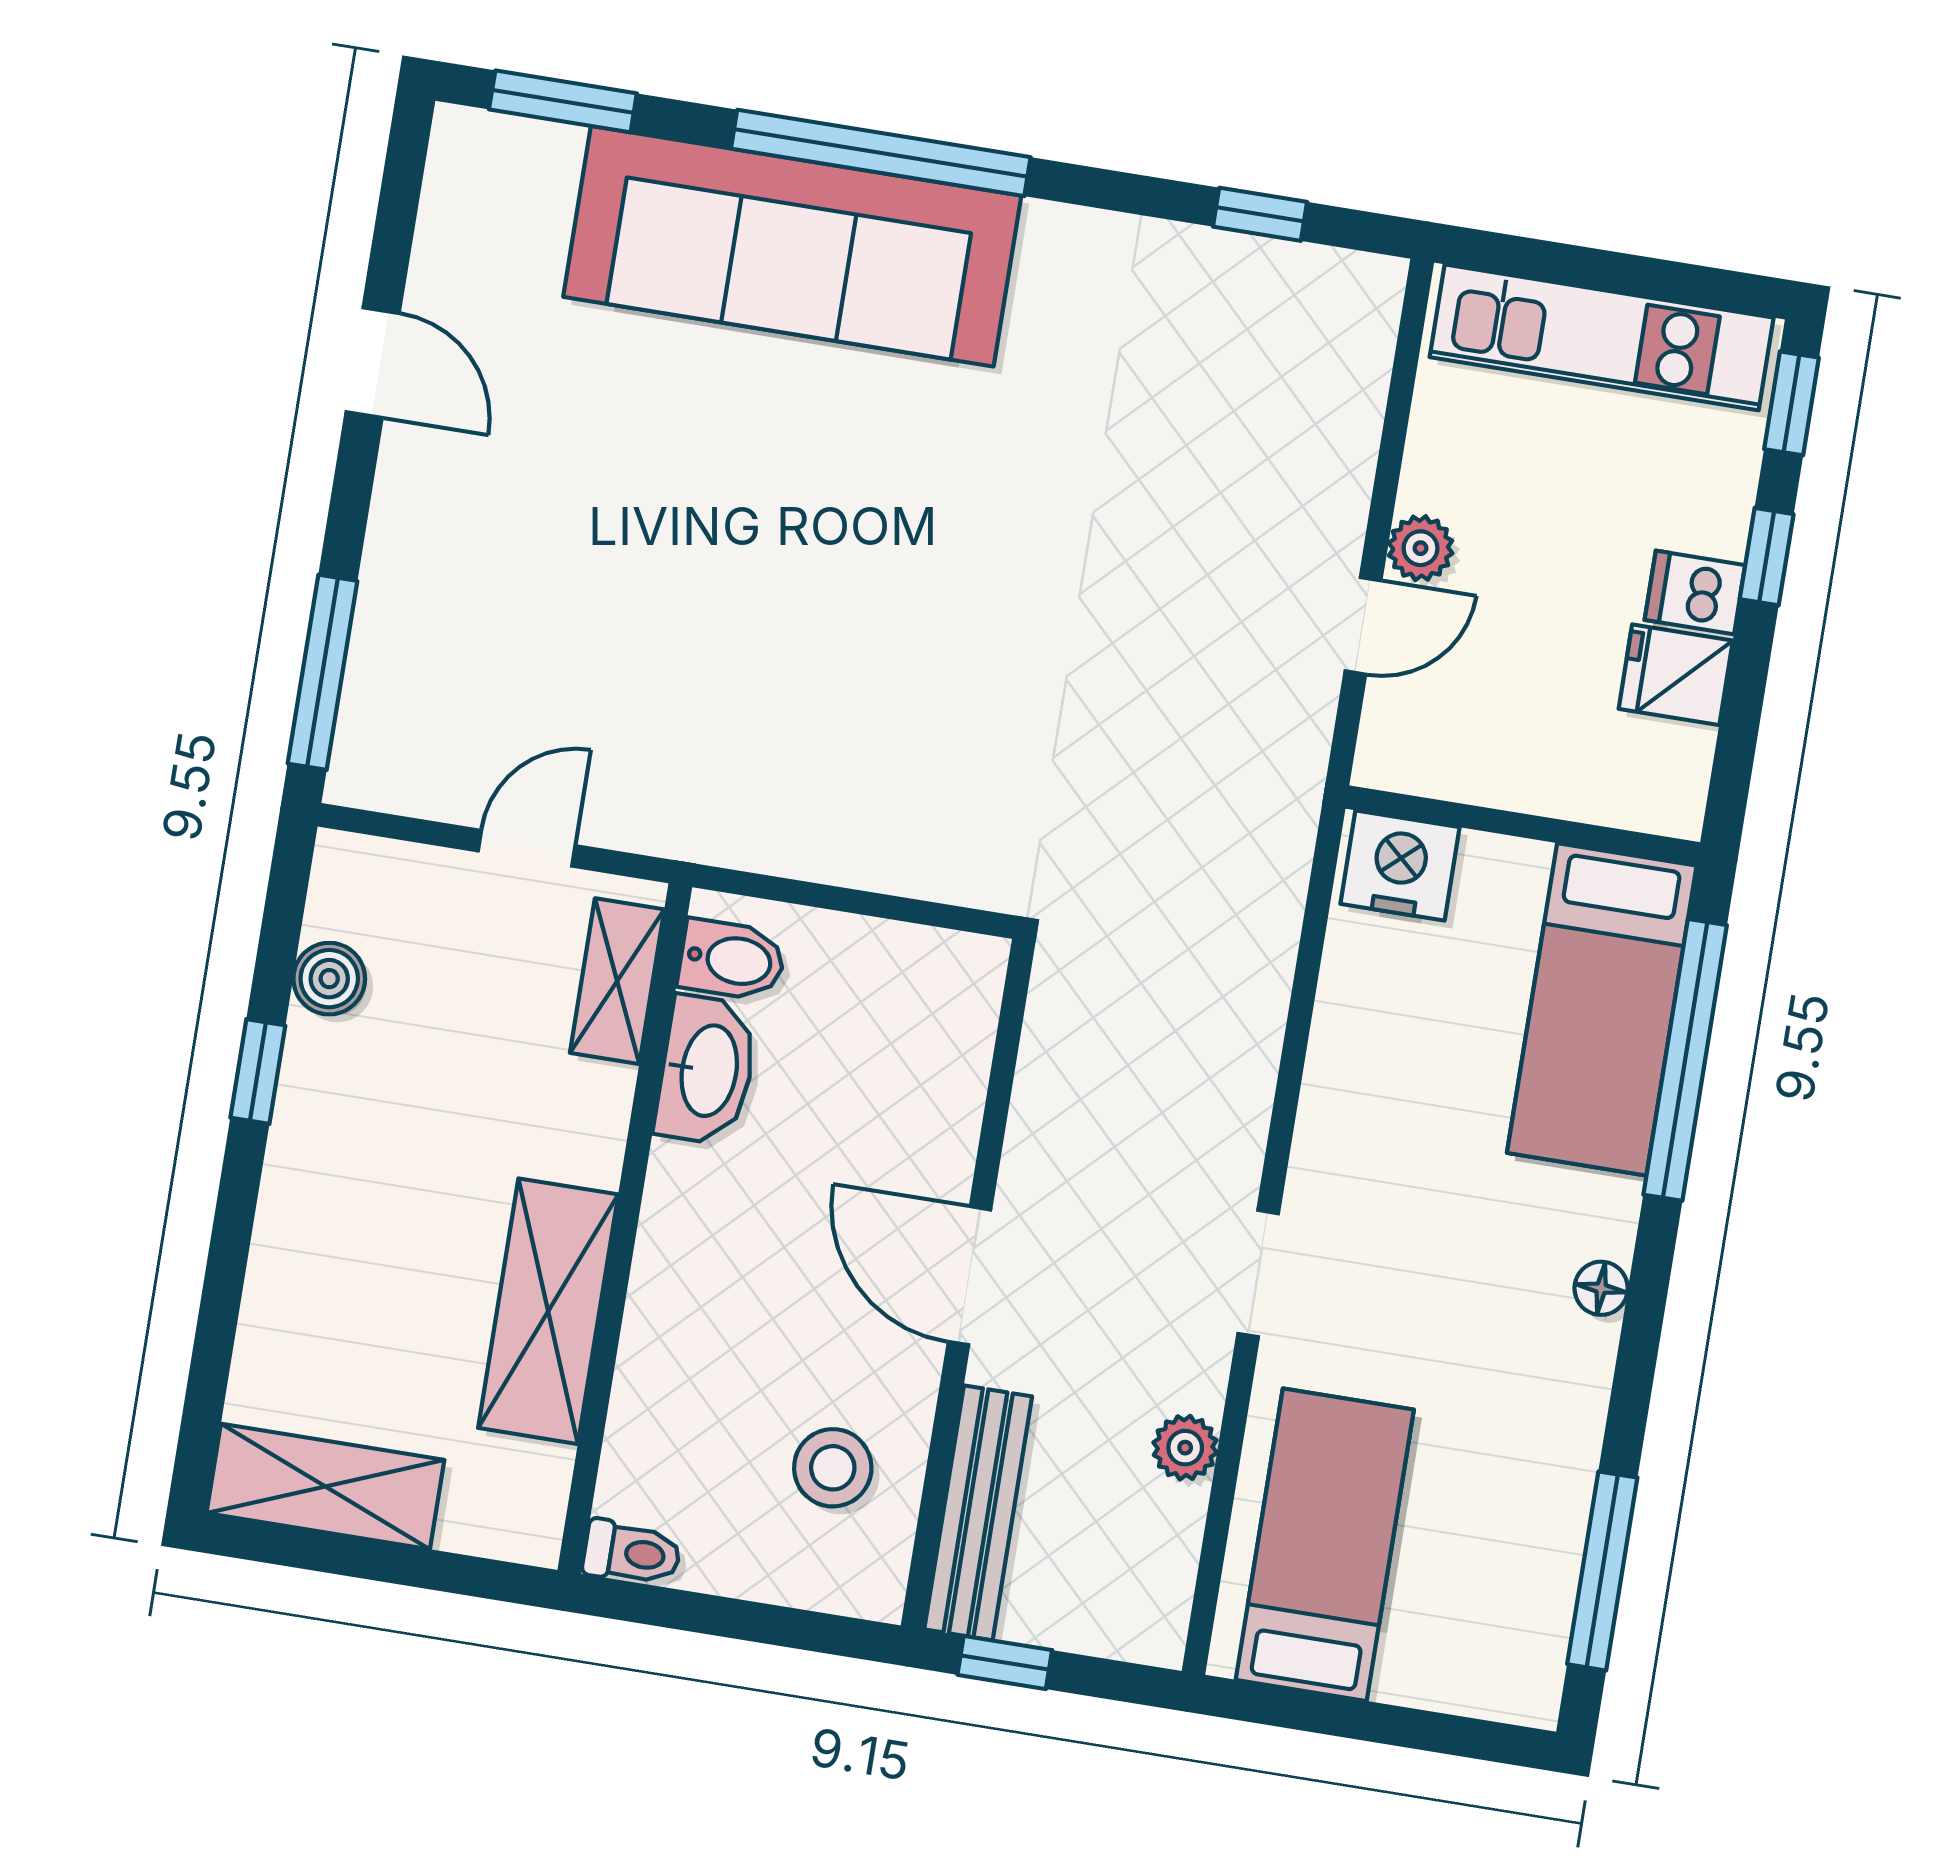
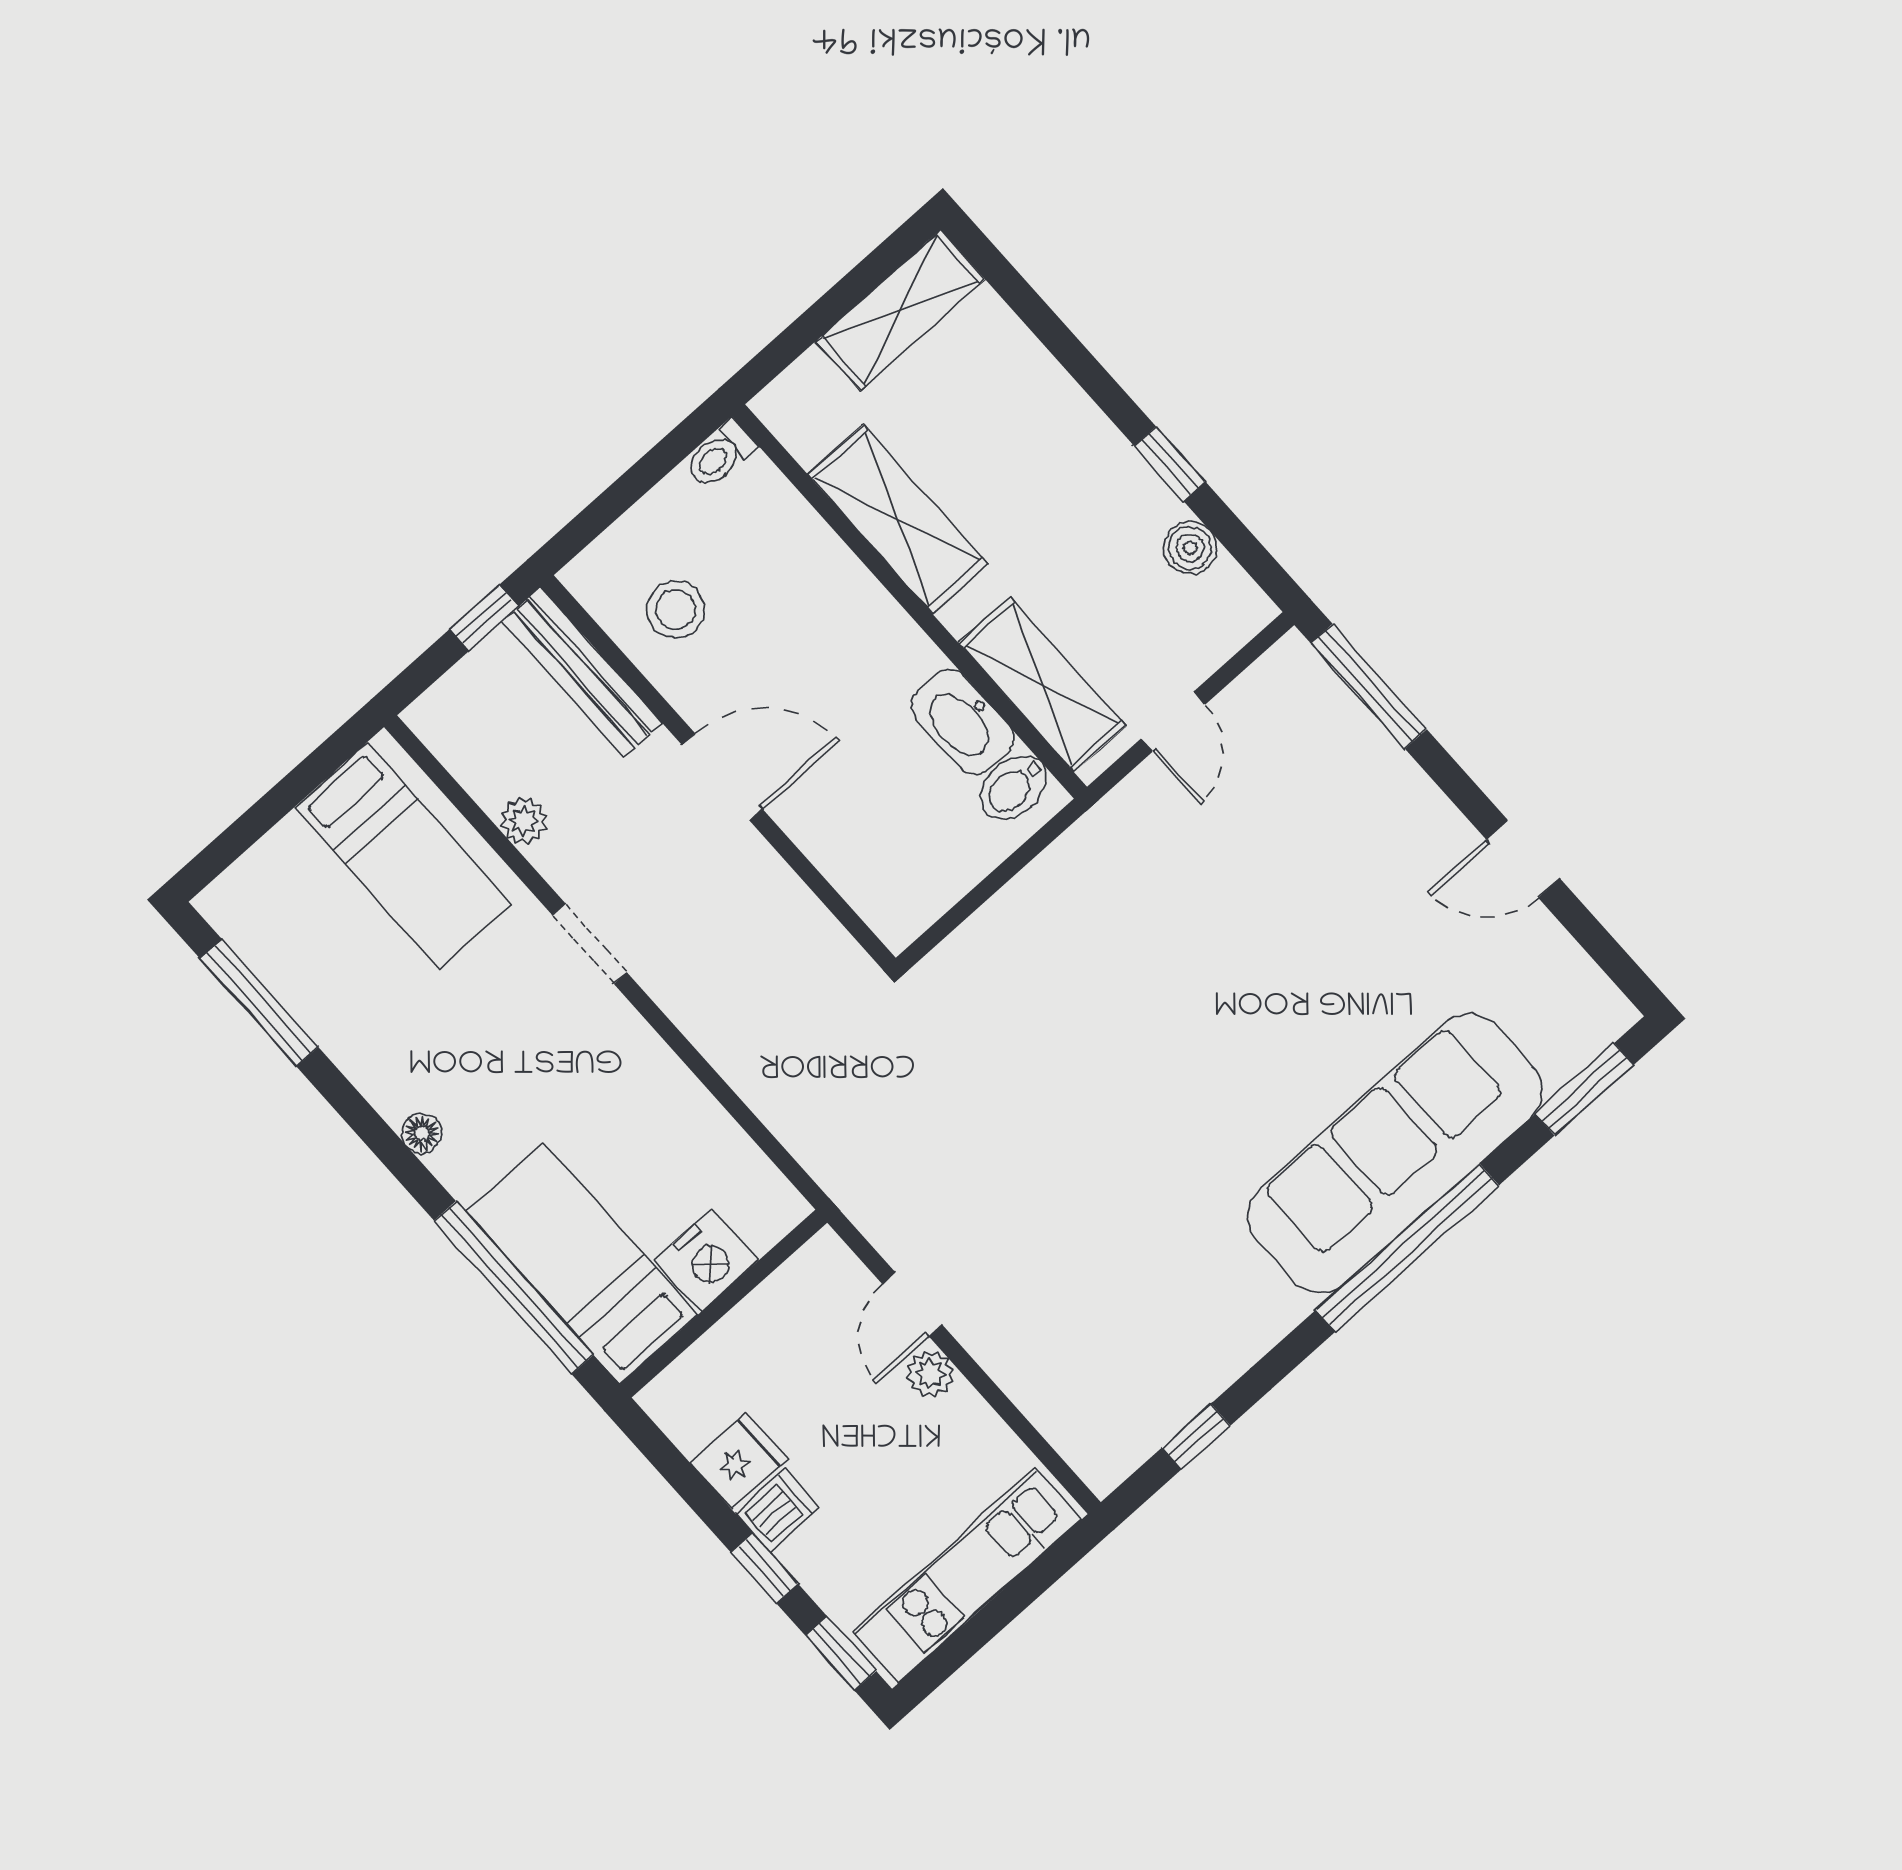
nightstand: (1400, 866) -> (707, 1260), moved
shelving: (617, 981) -> (1042, 685), width x1.50, depth x1.33

